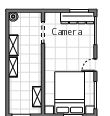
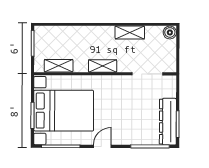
door: (95, 65) -> (102, 146), hinge flipped
shelving: (13, 67) -> (103, 66), moved

